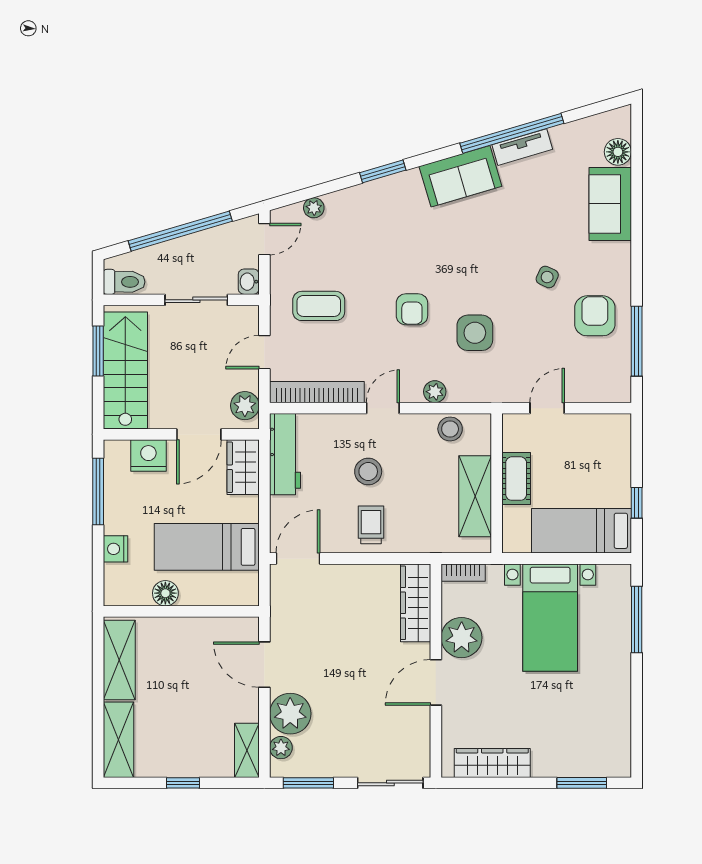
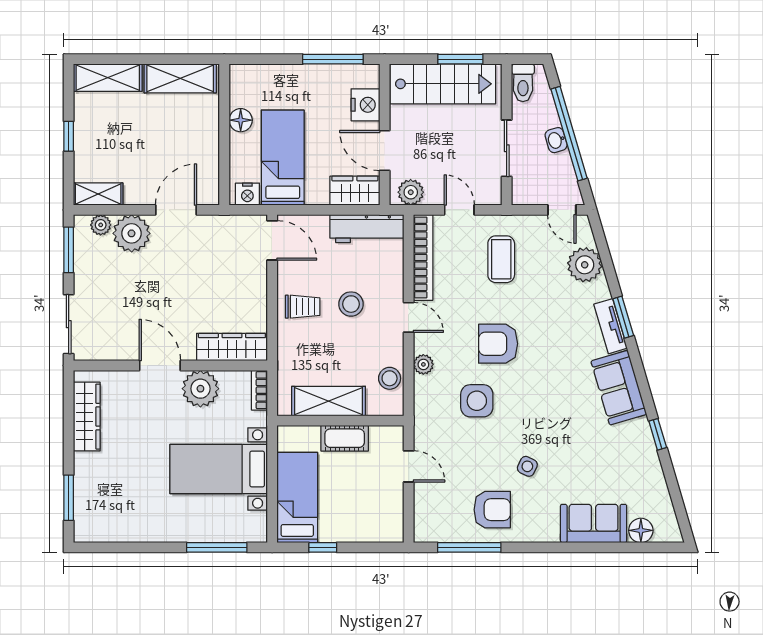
window: (512, 133) -> (658, 434), width x0.32
tv unit: (522, 147) -> (611, 326), moved
plant: (314, 208) -> (585, 265), width x1.88, depth x1.88
washbasin: (249, 282) -> (556, 140), moved, turned -106
armchair: (412, 309) -> (498, 344), width x1.38, depth x1.38
nightstand: (116, 549) -> (247, 194), moved, turned 180

